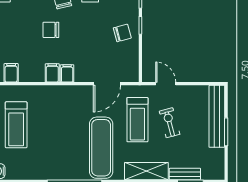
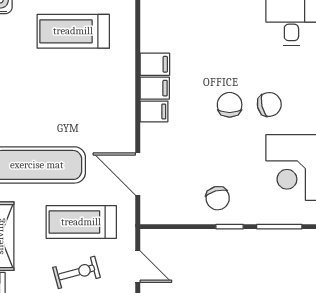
chair: (51, 30) -> (230, 105), moved
filing cabinet: (11, 73) -> (155, 64), moved
door: (166, 84) -> (138, 267), hinge flipped

